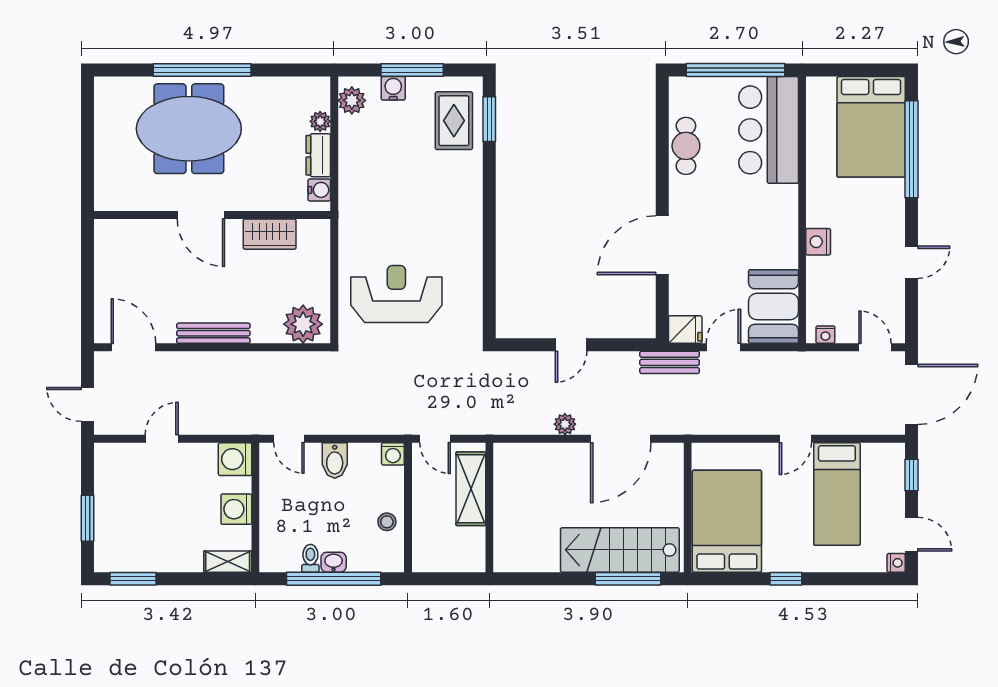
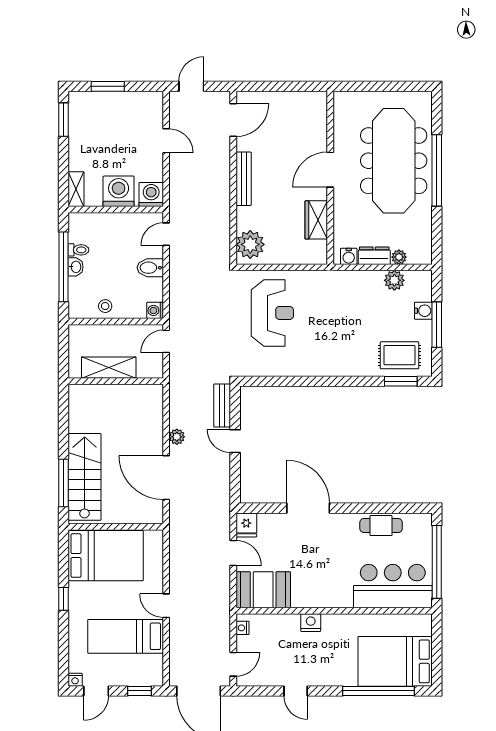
plant: (352, 100) -> (394, 280), moved
meeting table: (189, 129) -> (394, 161), width x1.36
bench: (670, 362) -> (222, 405), moved
shelving: (471, 489) -> (109, 368), moved
washing machine: (236, 509) -> (119, 191), width x1.37, depth x1.37

